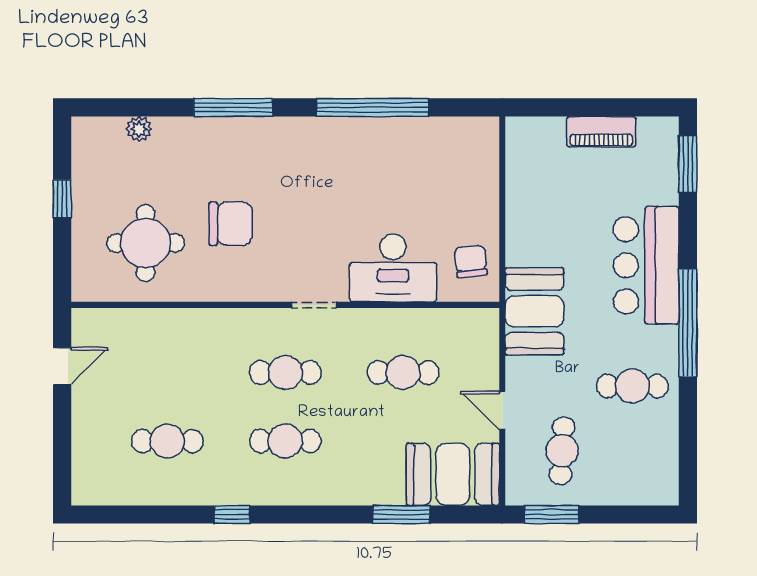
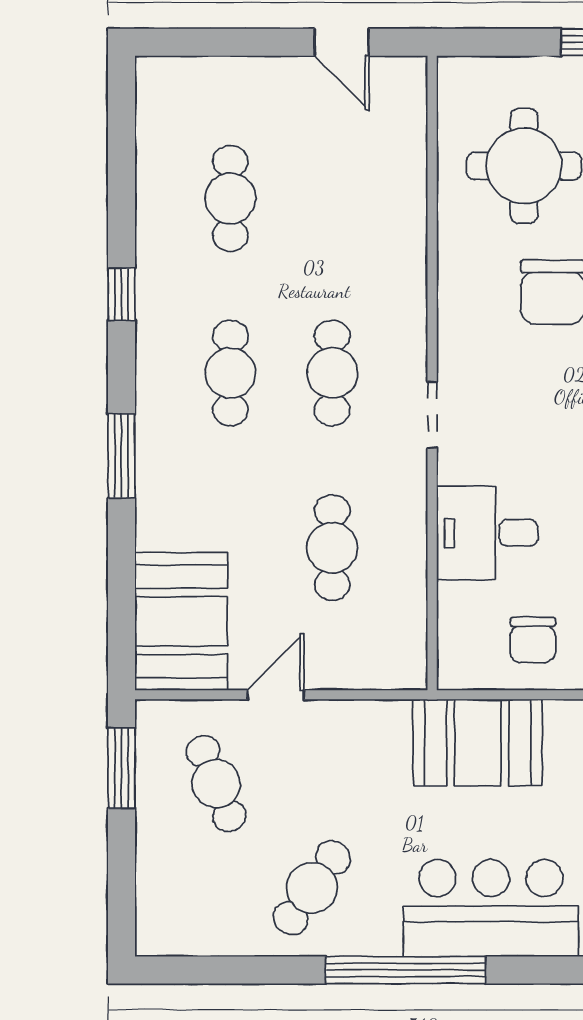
chair: (471, 261) -> (533, 640), moved, turned 96
desk: (393, 268) -> (487, 533), width x0.73
booth: (535, 311) -> (478, 743), moved
cafe table: (632, 386) -> (312, 888), turned 35
cafe table: (562, 451) -> (216, 784), turned 64
window: (401, 514) -> (121, 456), moved

